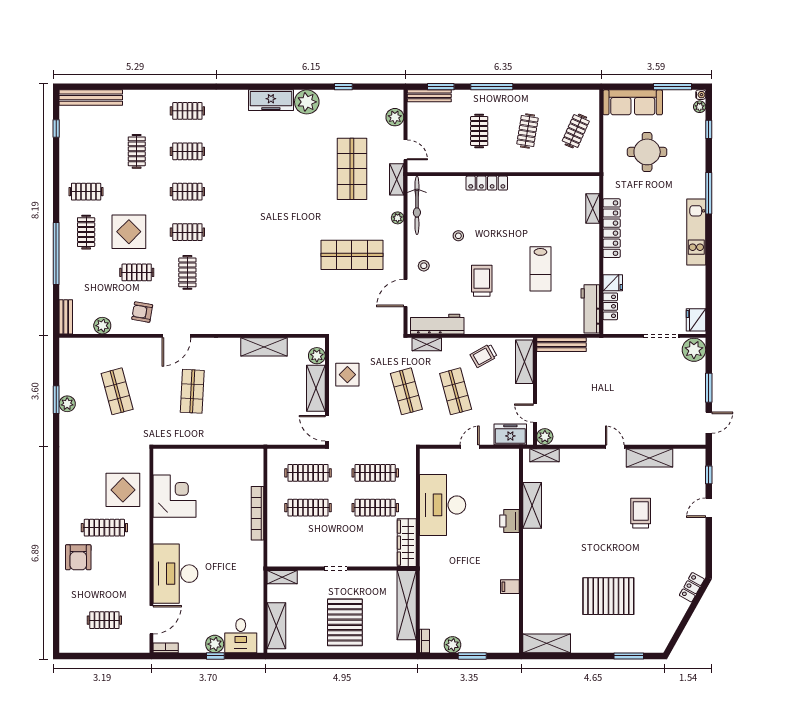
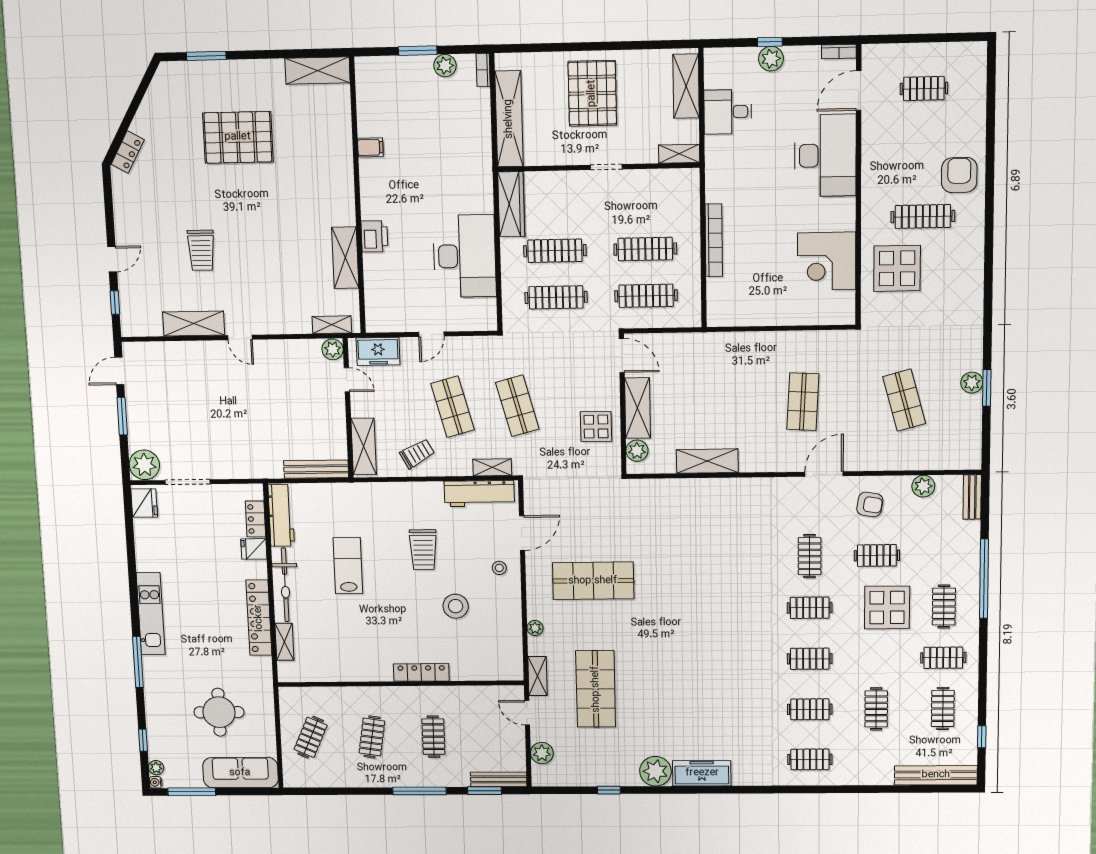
clothes rail: (86, 151) -> (943, 709), added
bicycle: (417, 205) -> (285, 585), moved, turned 180
stool: (458, 236) -> (456, 606), width x1.89, depth x1.89
desk: (241, 636) -> (728, 112), moved, turned -90

